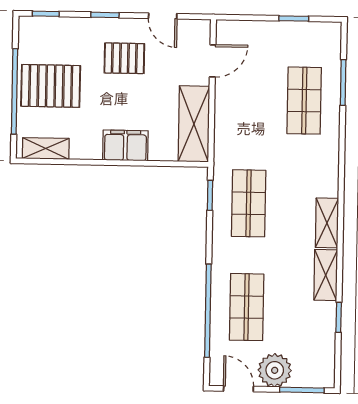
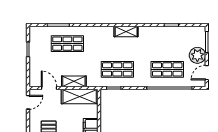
door: (163, 16) -> (28, 102), moved
shelving: (326, 275) -> (74, 81), moved

